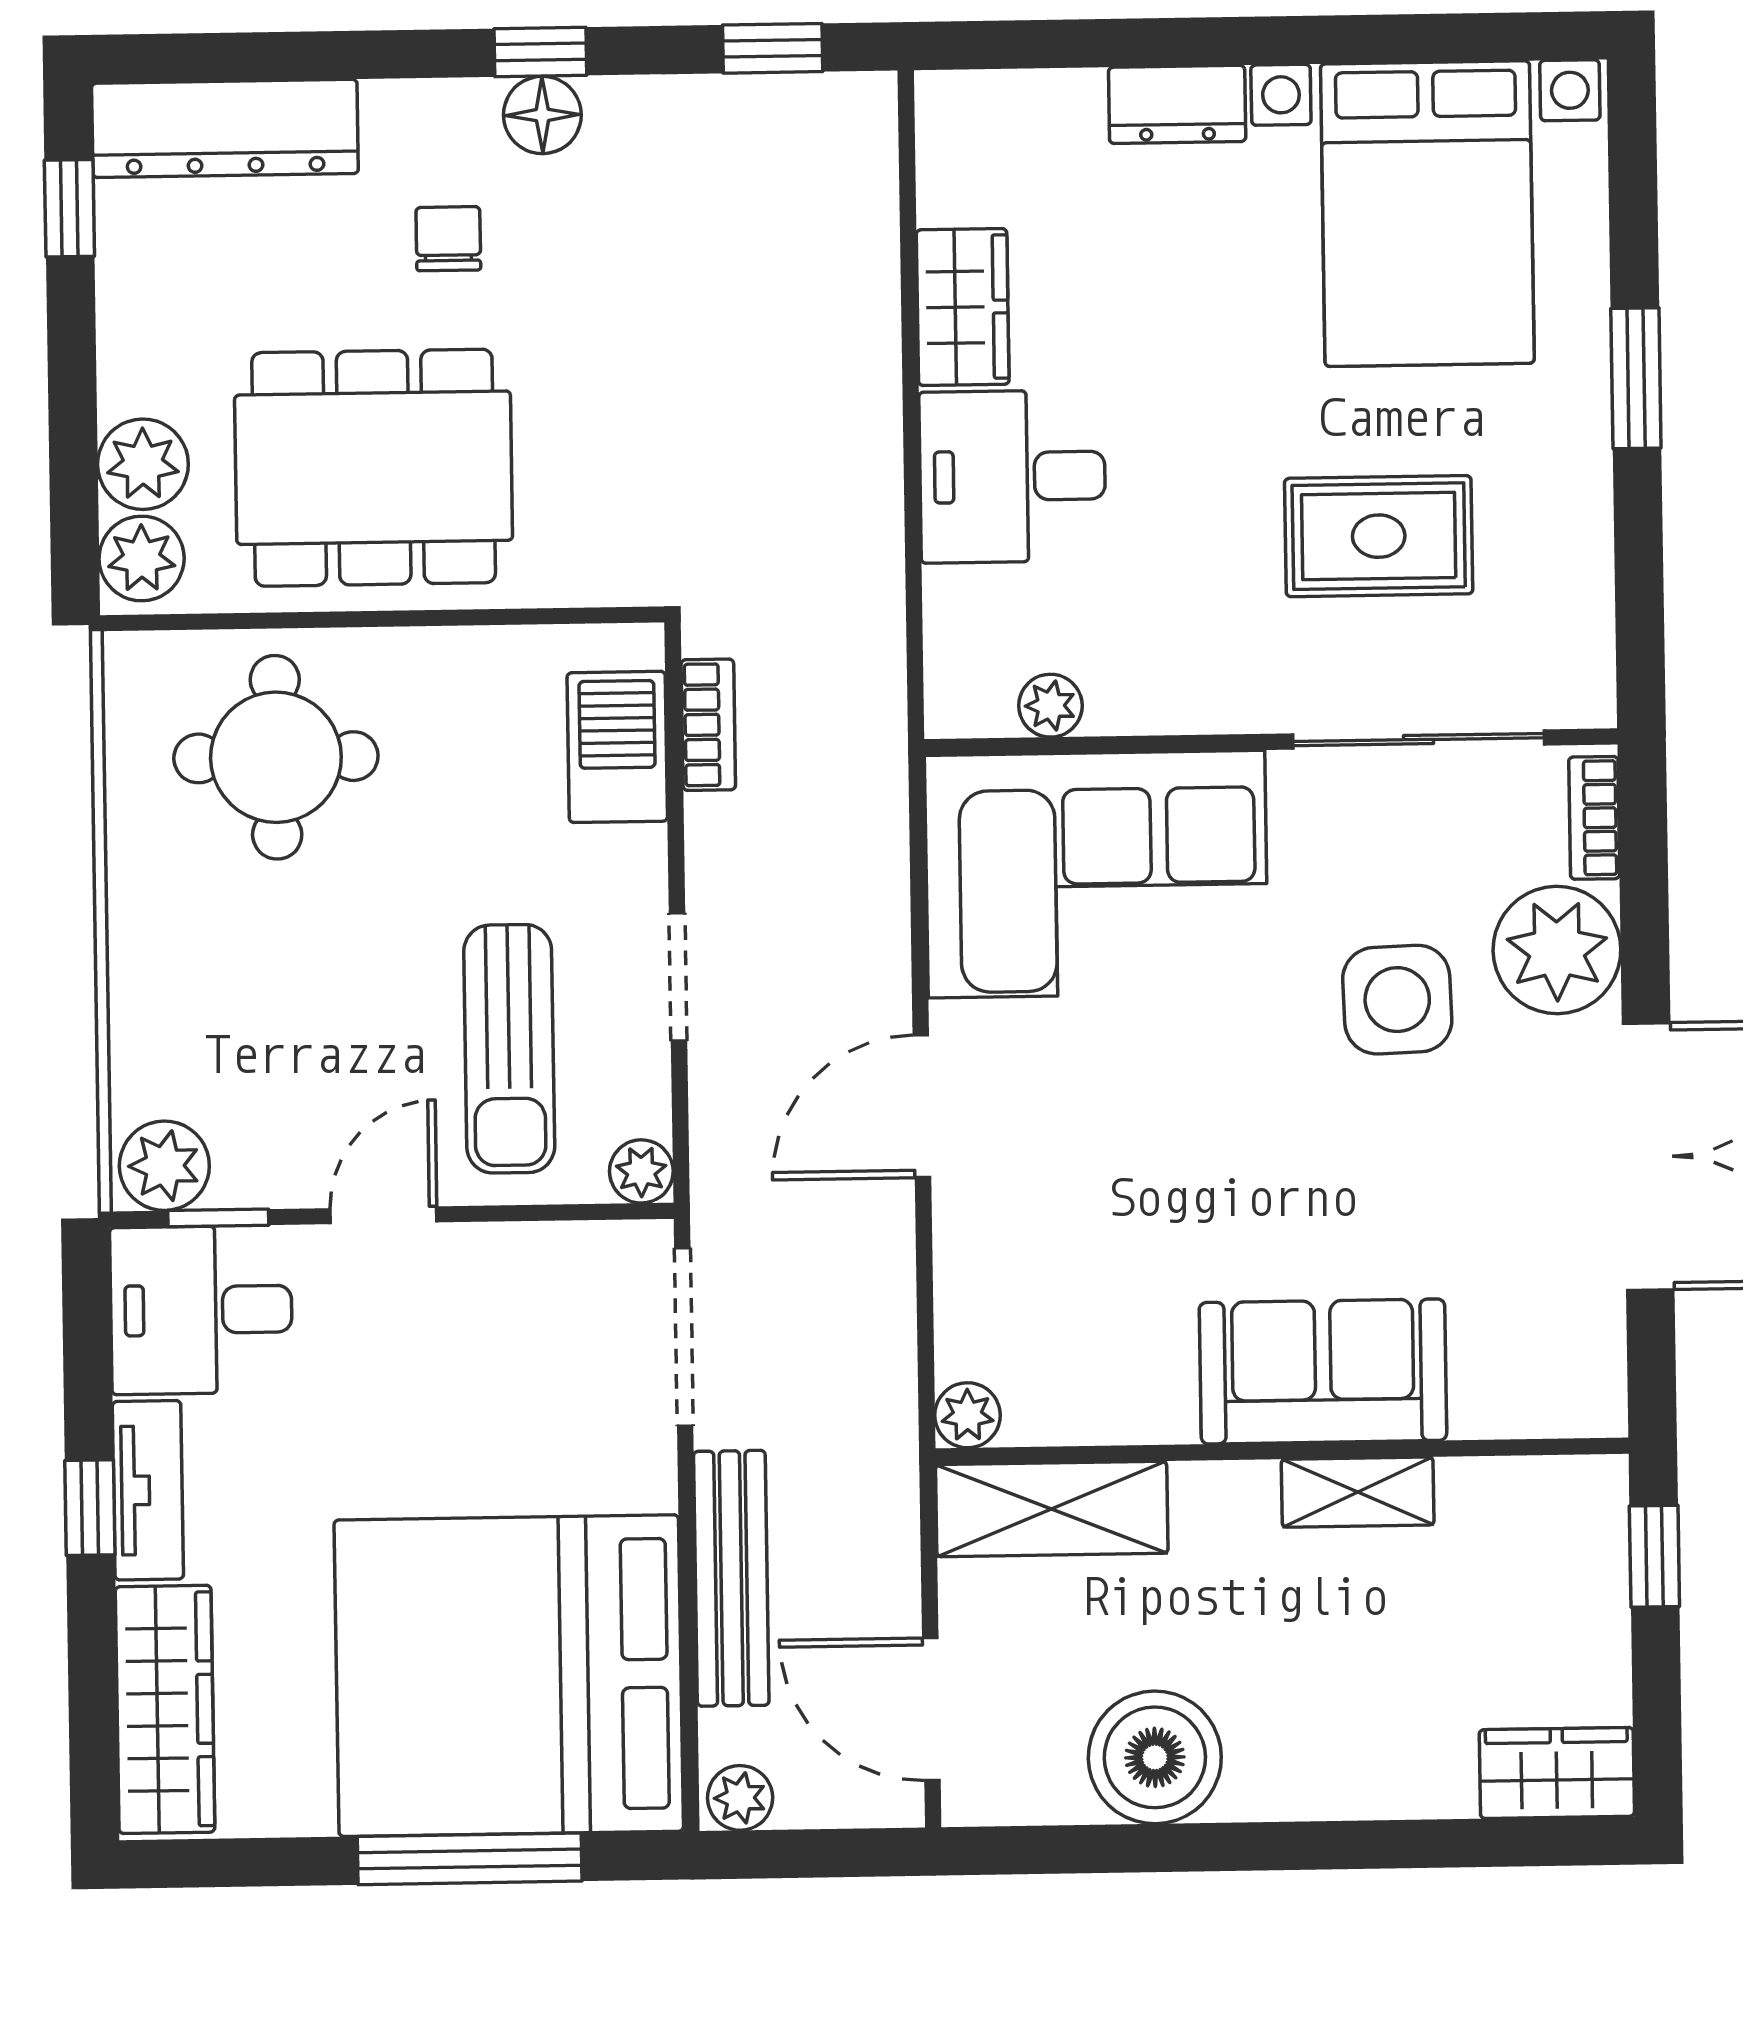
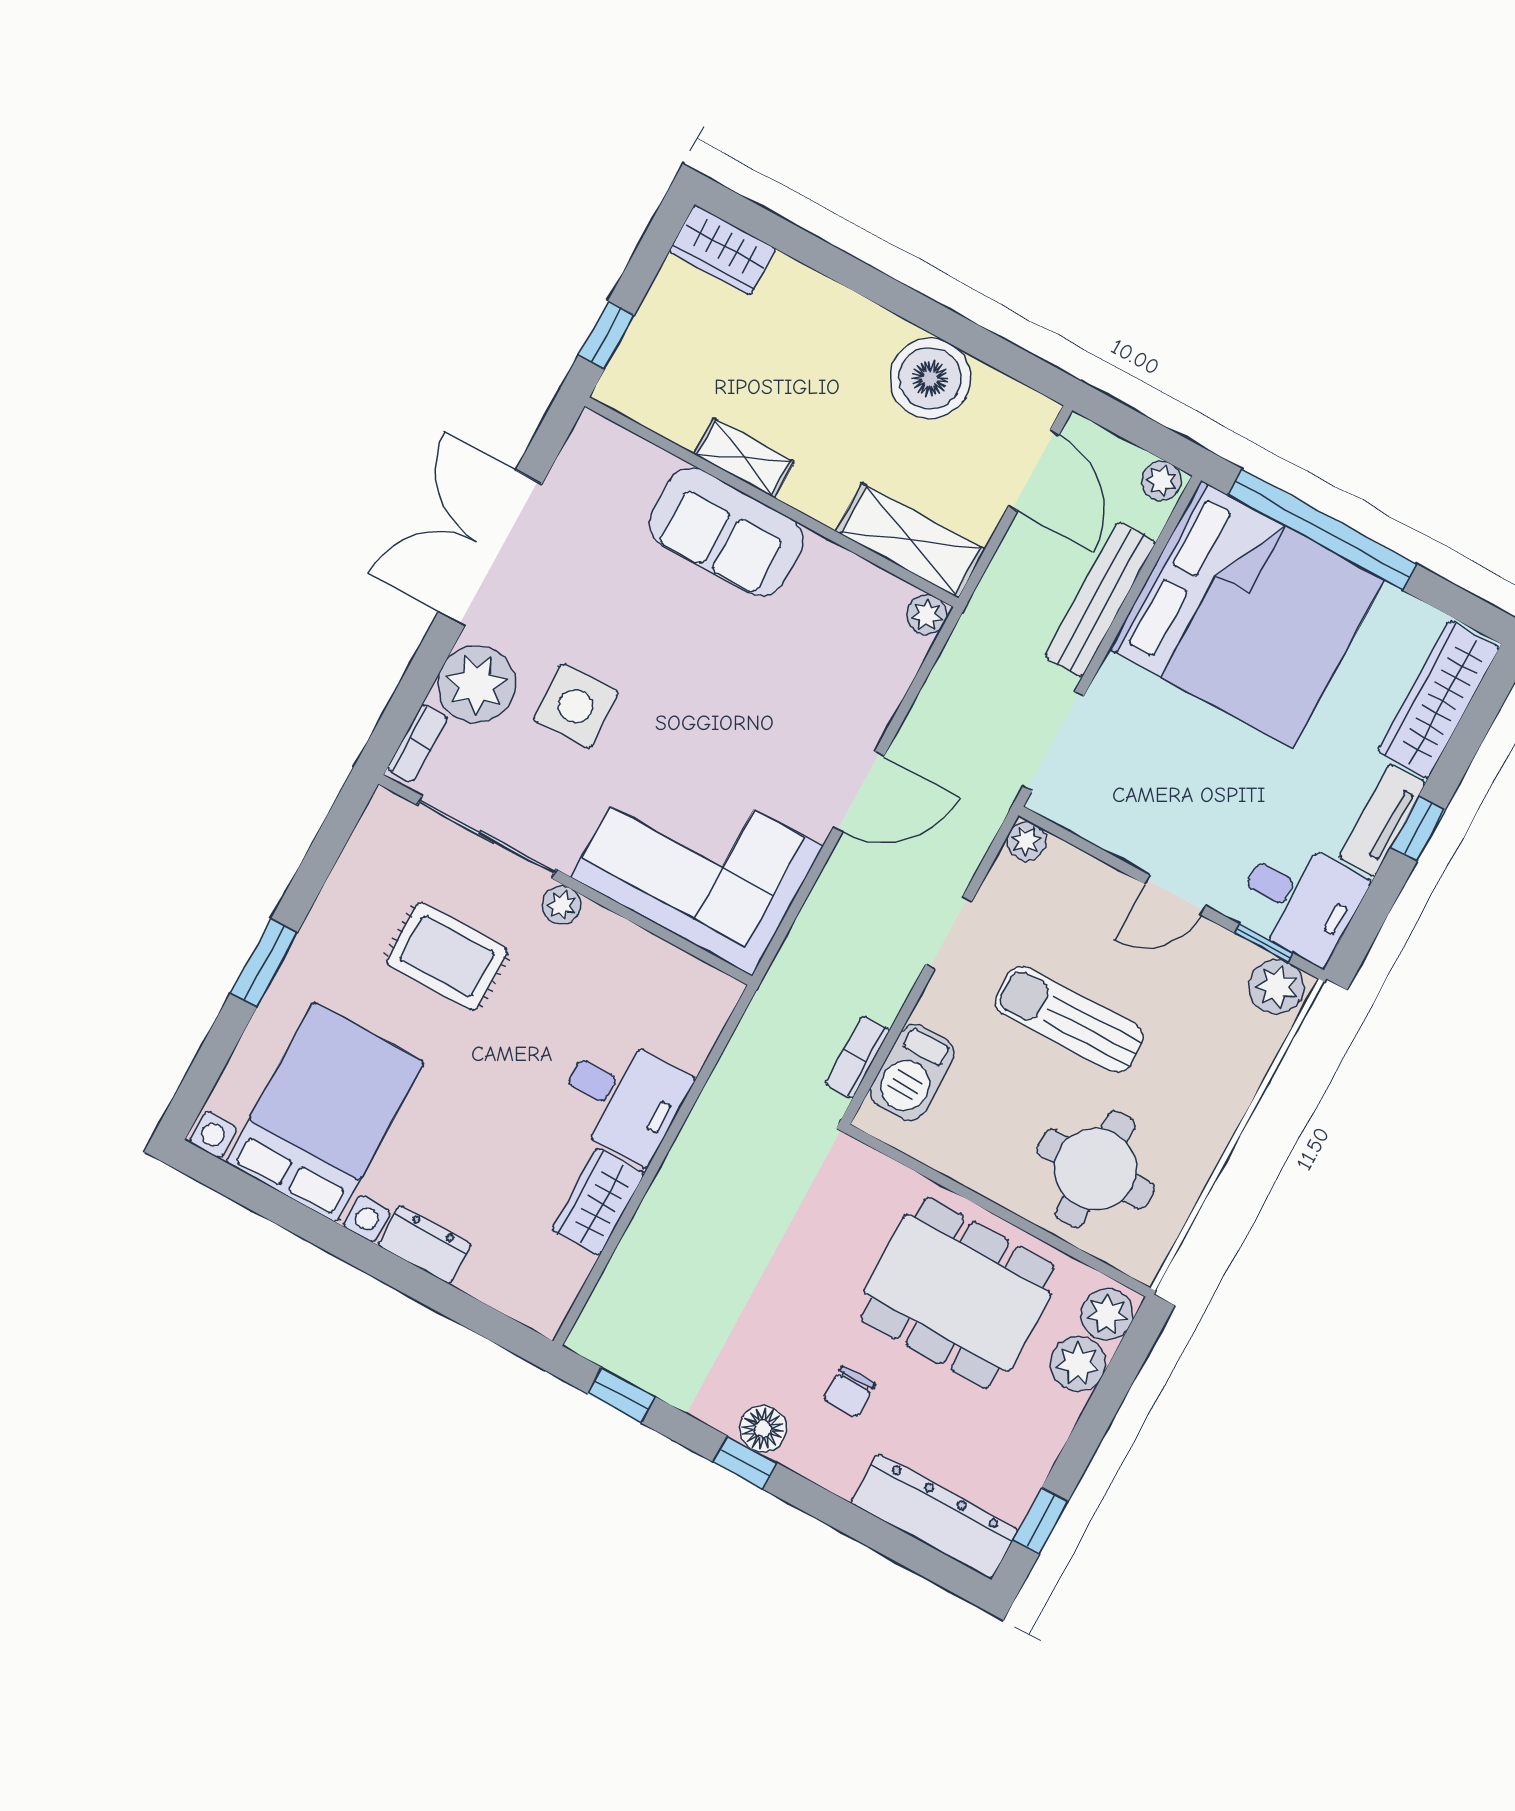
plant: (1050, 706) -> (561, 905), moved
sun lounger: (509, 1049) -> (1069, 1019), moved, turned -91
window: (470, 1859) -> (1322, 529), width x1.46

